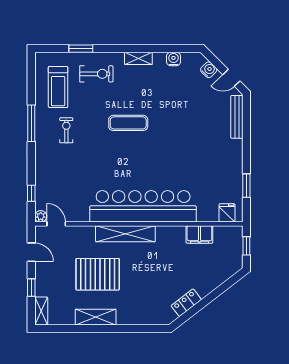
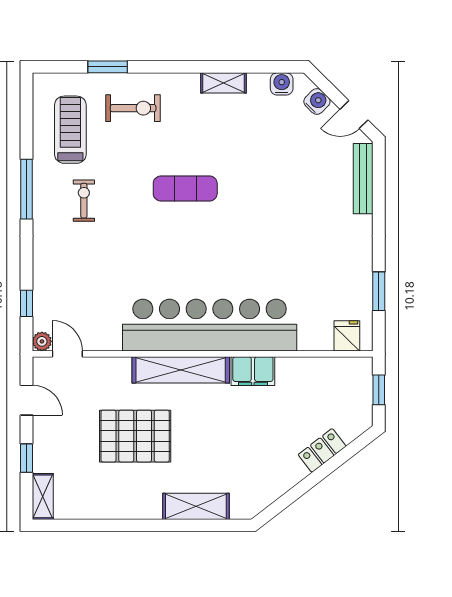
shelving: (138, 58) -> (224, 83), moved
water cooler: (173, 59) -> (282, 84), moved
treadmill: (58, 87) -> (70, 130), turned 180
filing cabinet: (199, 234) -> (253, 371), moved
locker: (186, 303) -> (322, 450), moved
shelving: (96, 317) -> (196, 506), moved

